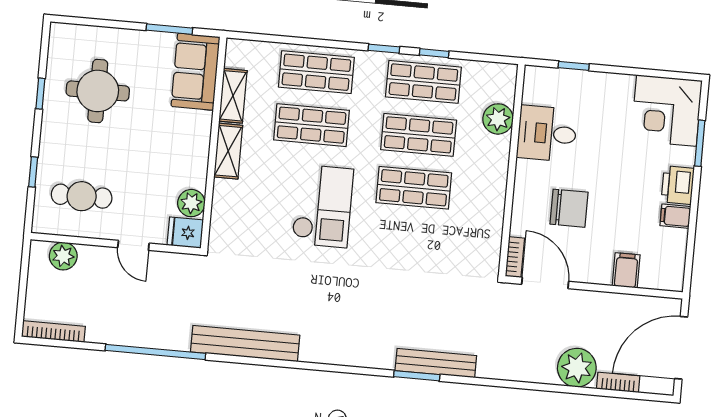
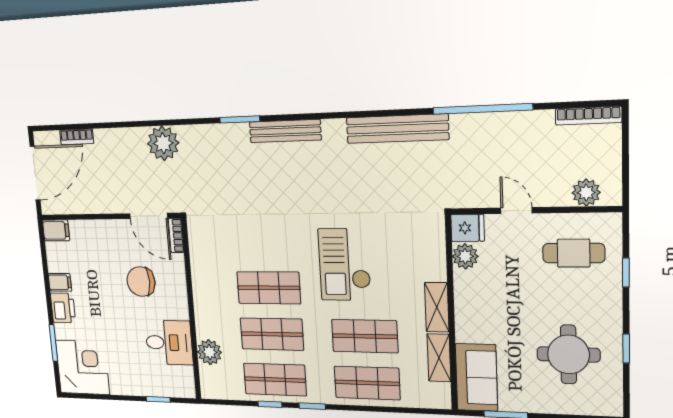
filing cabinet: (626, 270) -> (56, 230), moved, turned -90
bench: (436, 363) -> (285, 131), moved
plant: (577, 368) -> (163, 143), moved

